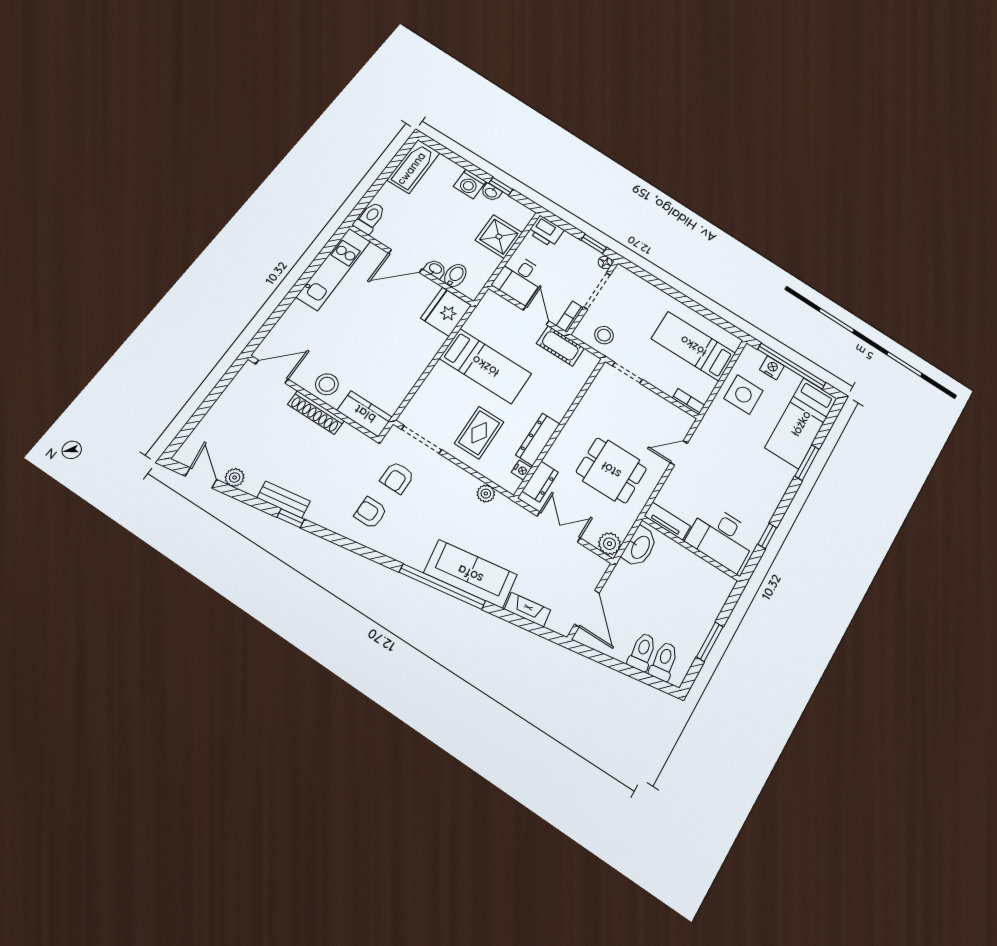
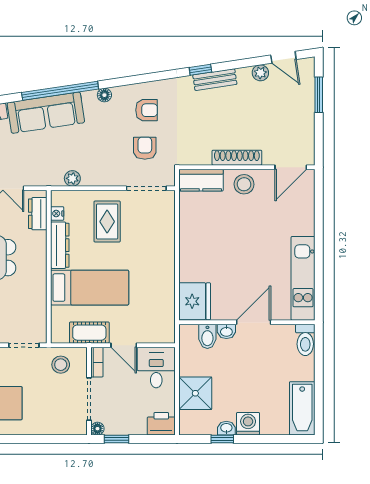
bed: (485, 366) -> (90, 288), moved, turned 180
window: (194, 421) -> (319, 95), added
floor lamp: (402, 554) -> (104, 95), added

